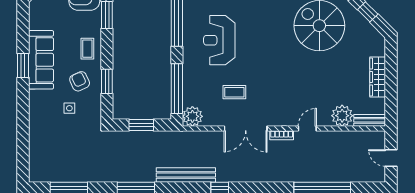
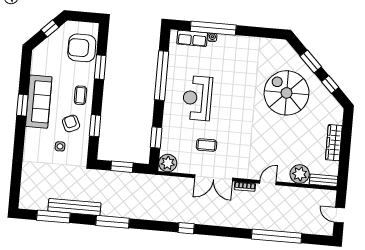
window: (177, 89) -> (156, 137), width x0.47
bench: (186, 175) -> (74, 207), moved

